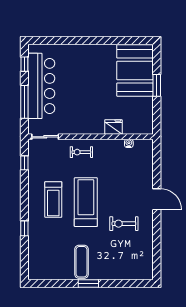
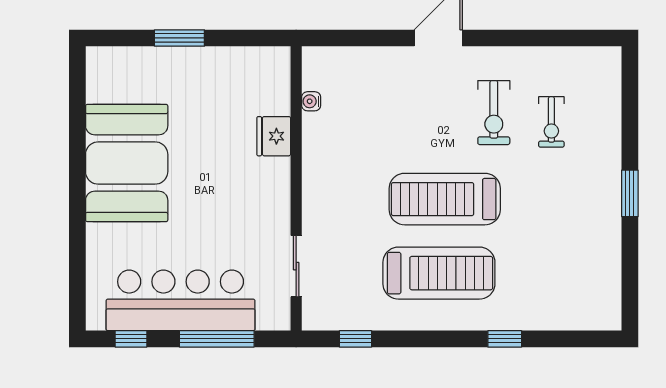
booth: (135, 71) -> (127, 163), moved, turned 90
sliding door: (45, 137) -> (296, 266), moved
exercise bike: (81, 152) -> (551, 122), moved
treadmill: (53, 200) -> (439, 273), width x1.37, depth x1.38
exercise mat: (82, 262) -> (581, 209), removed

